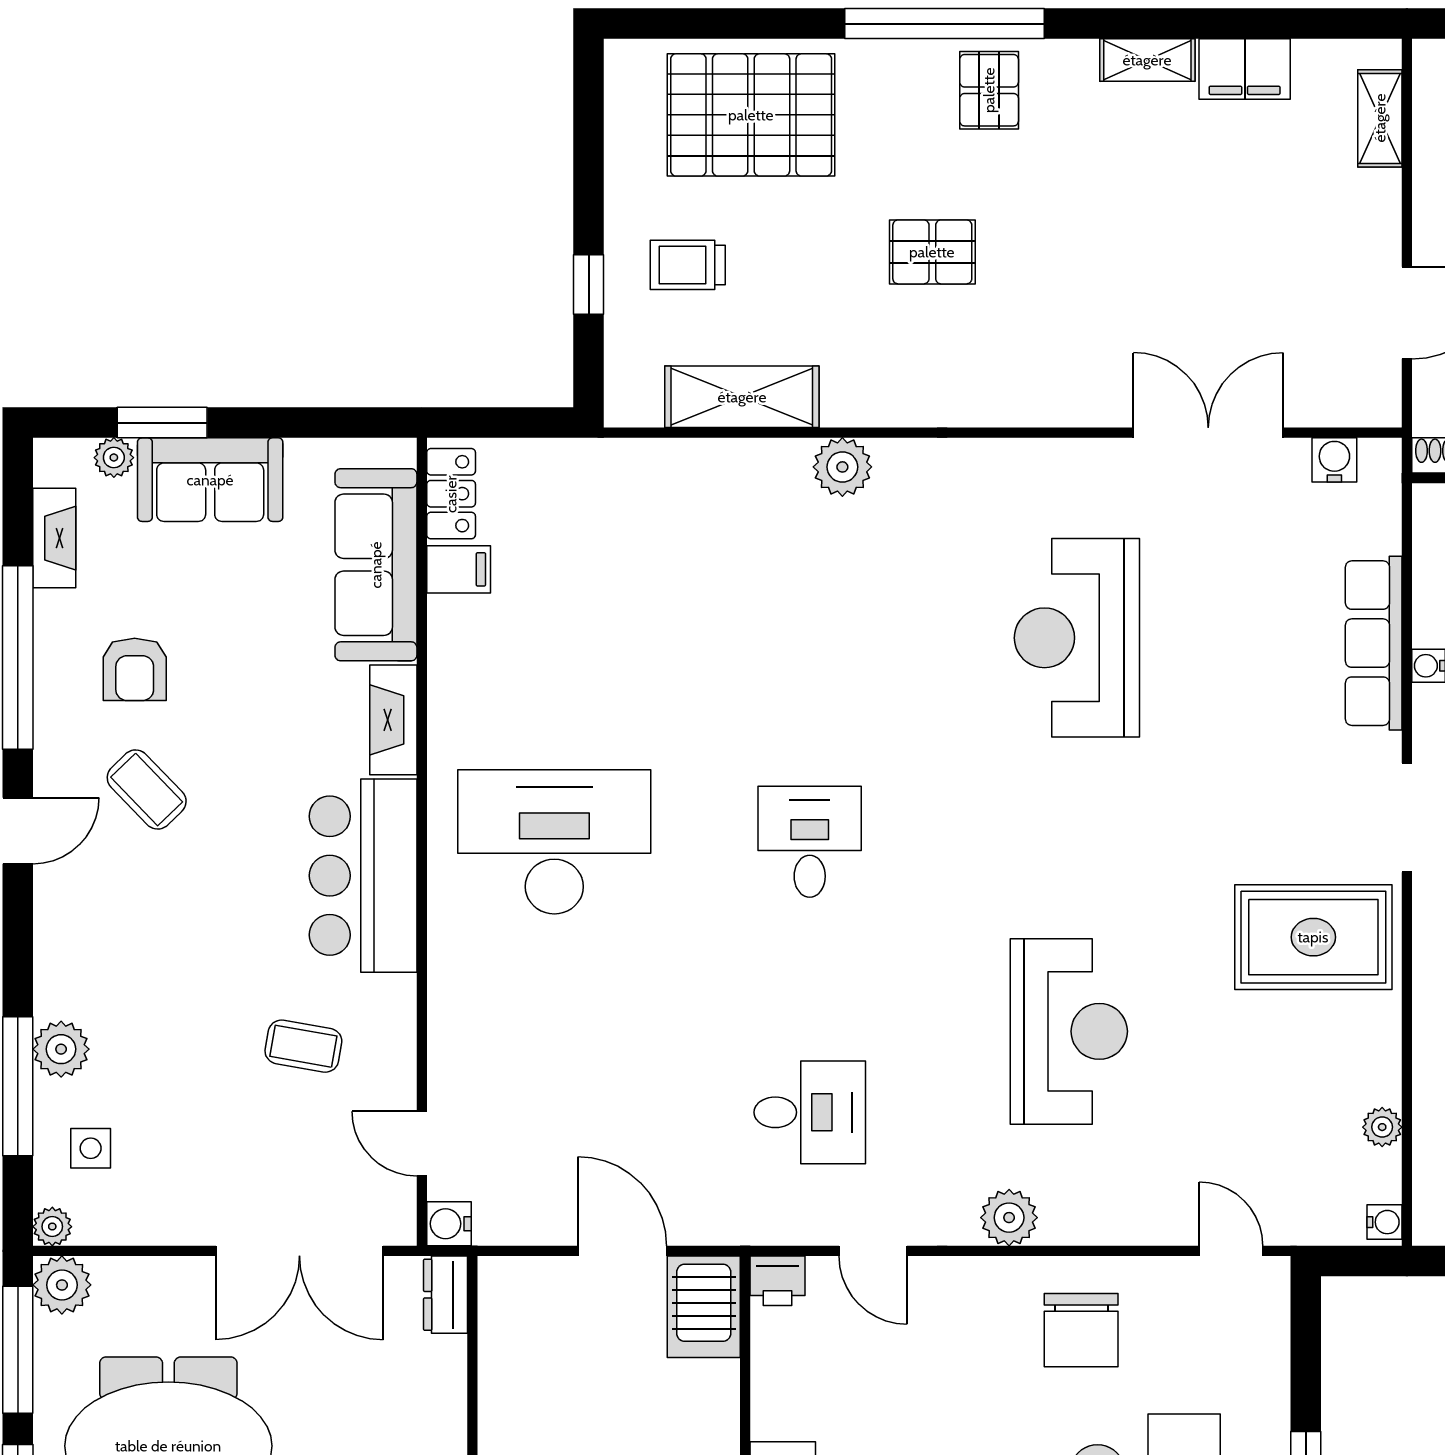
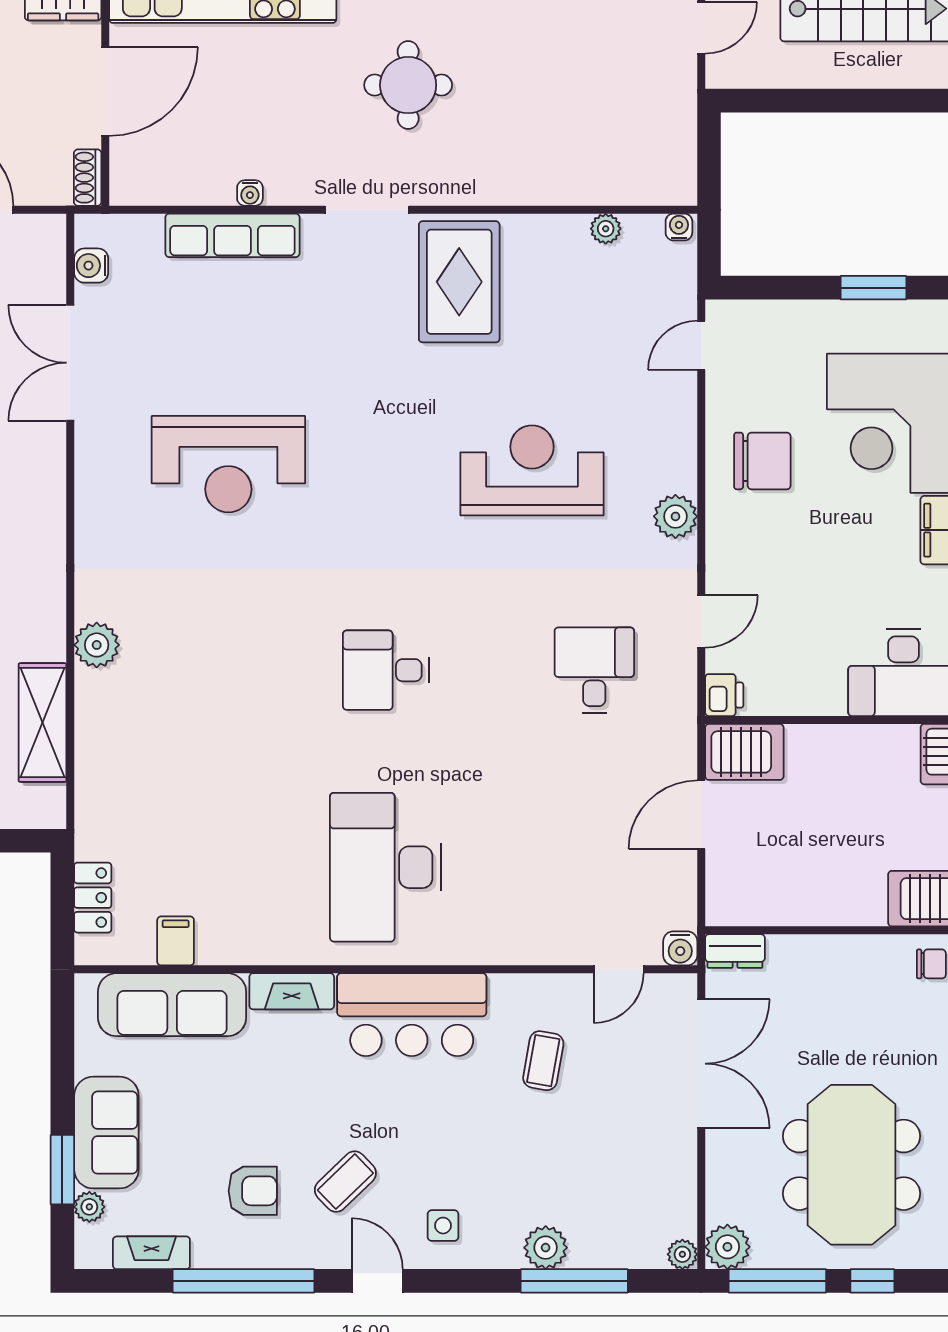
locker: (451, 494) -> (93, 898), moved, turned 90
side table: (91, 1148) -> (443, 1226), moved

